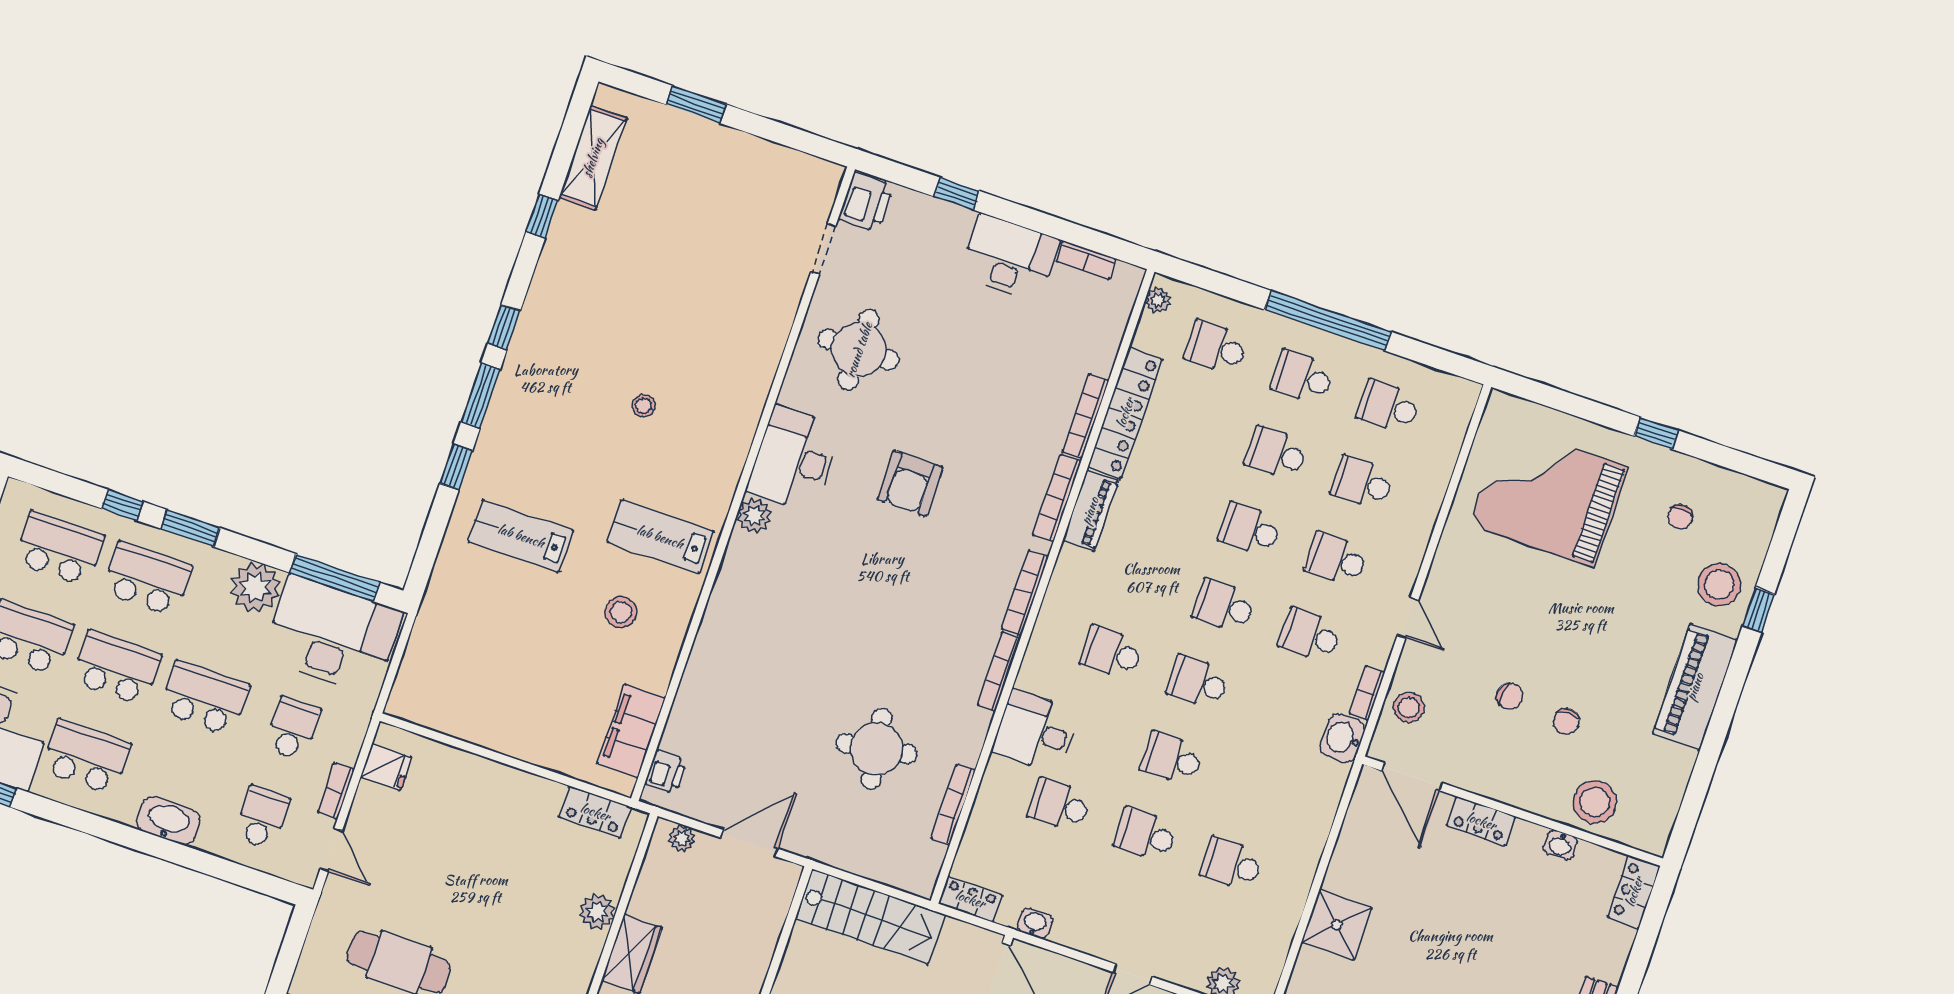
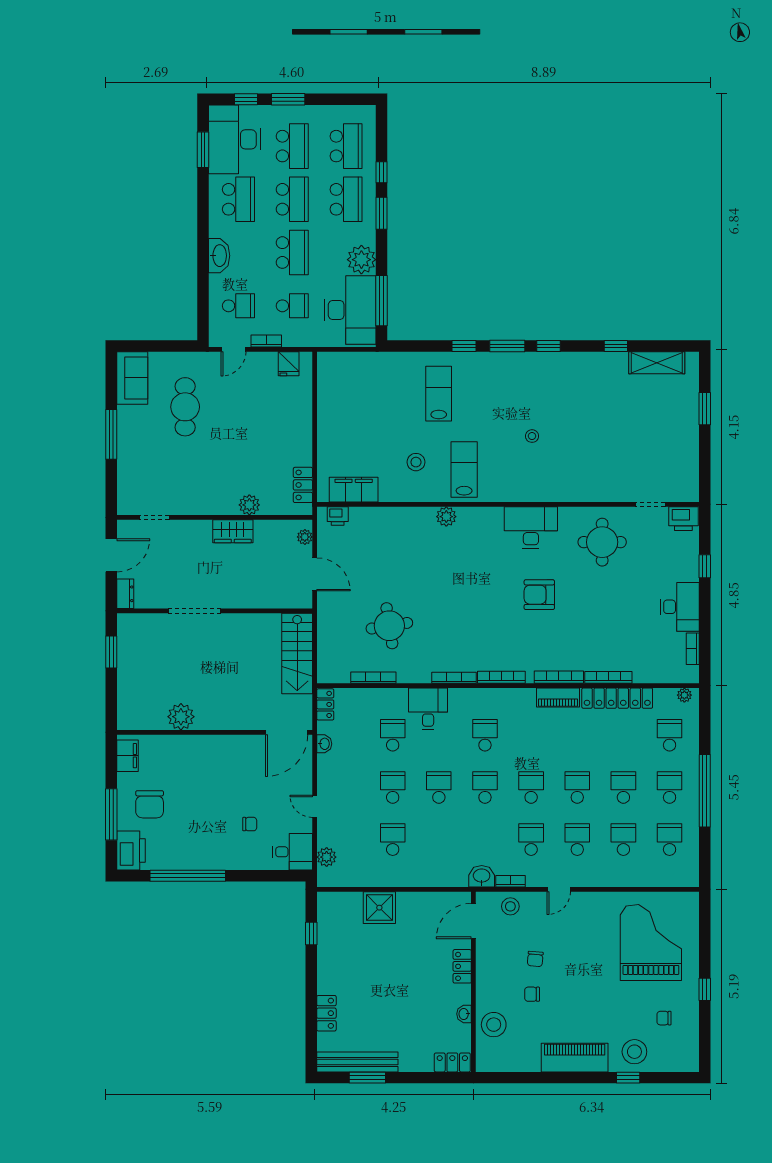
plant: (755, 516) -> (446, 517), moved

